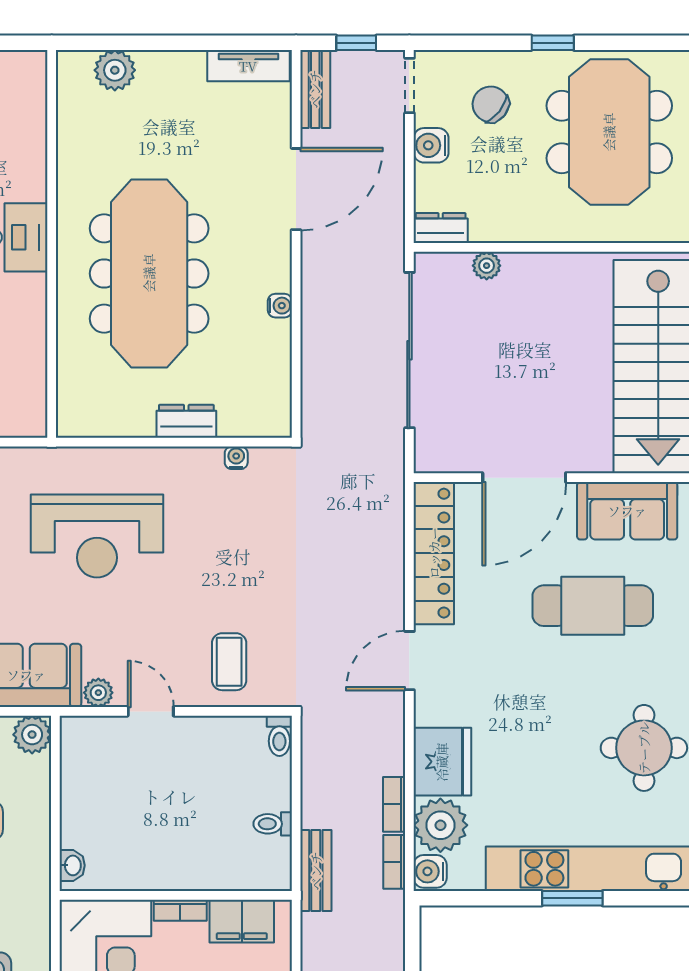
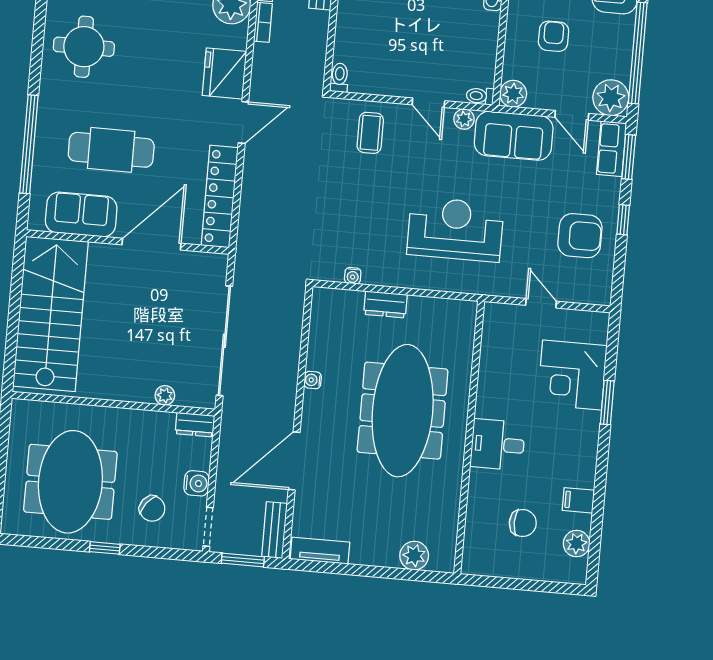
window: (356, 43) -> (243, 560), width x1.50
fridge: (442, 762) -> (224, 73), moved
toilet: (273, 824) -> (480, 96), moved, turned 180

